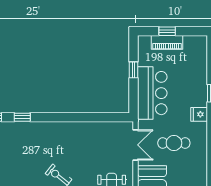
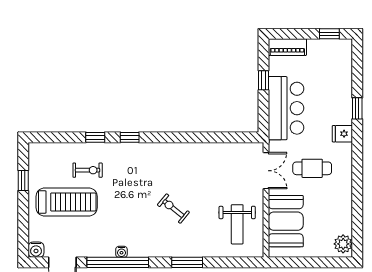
window: (167, 31) -> (329, 34), moved
piano: (167, 42) -> (287, 47), moved

